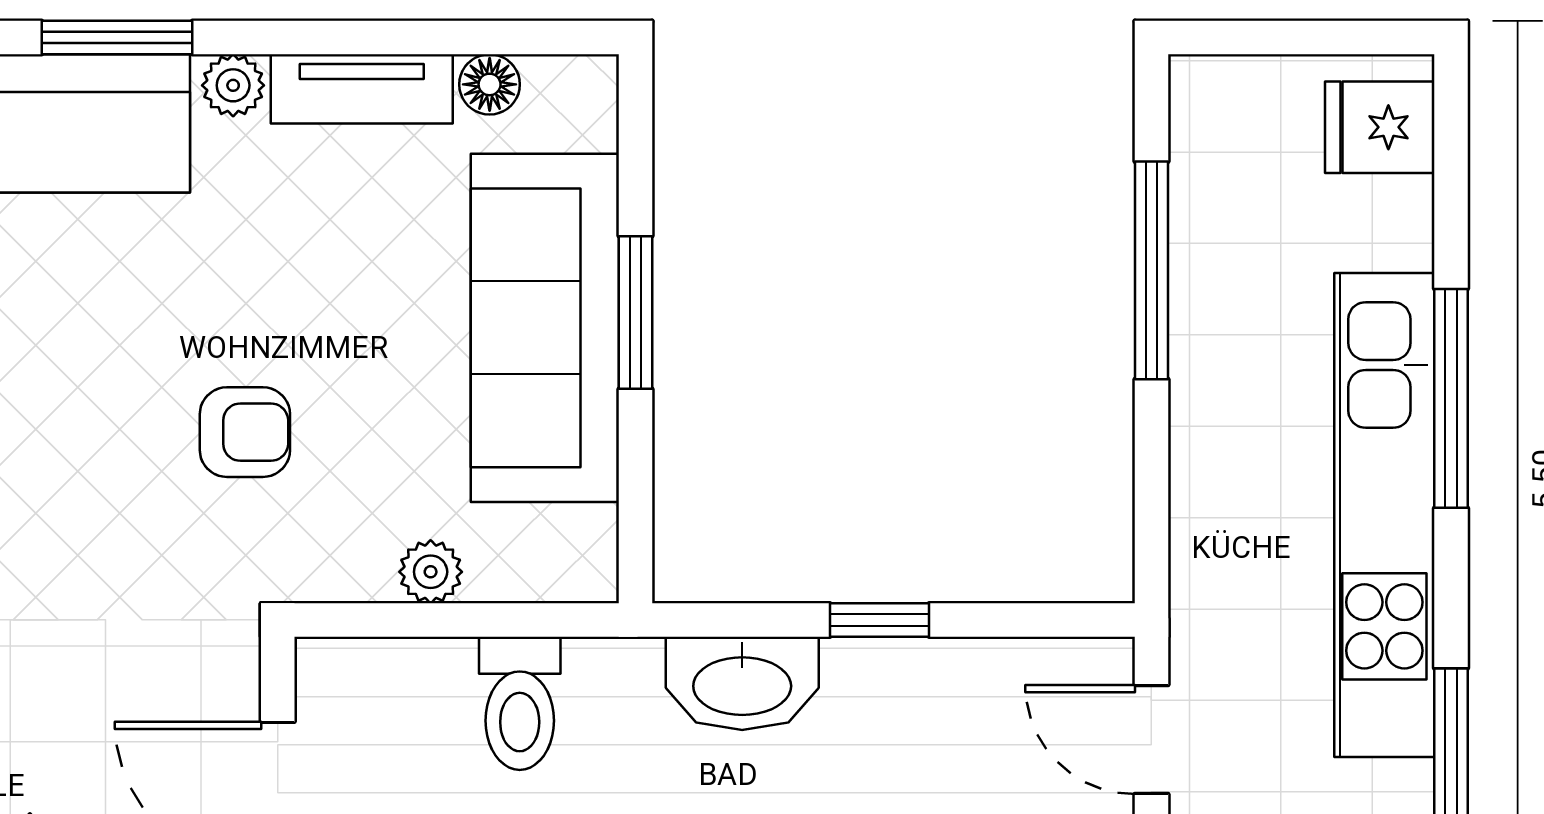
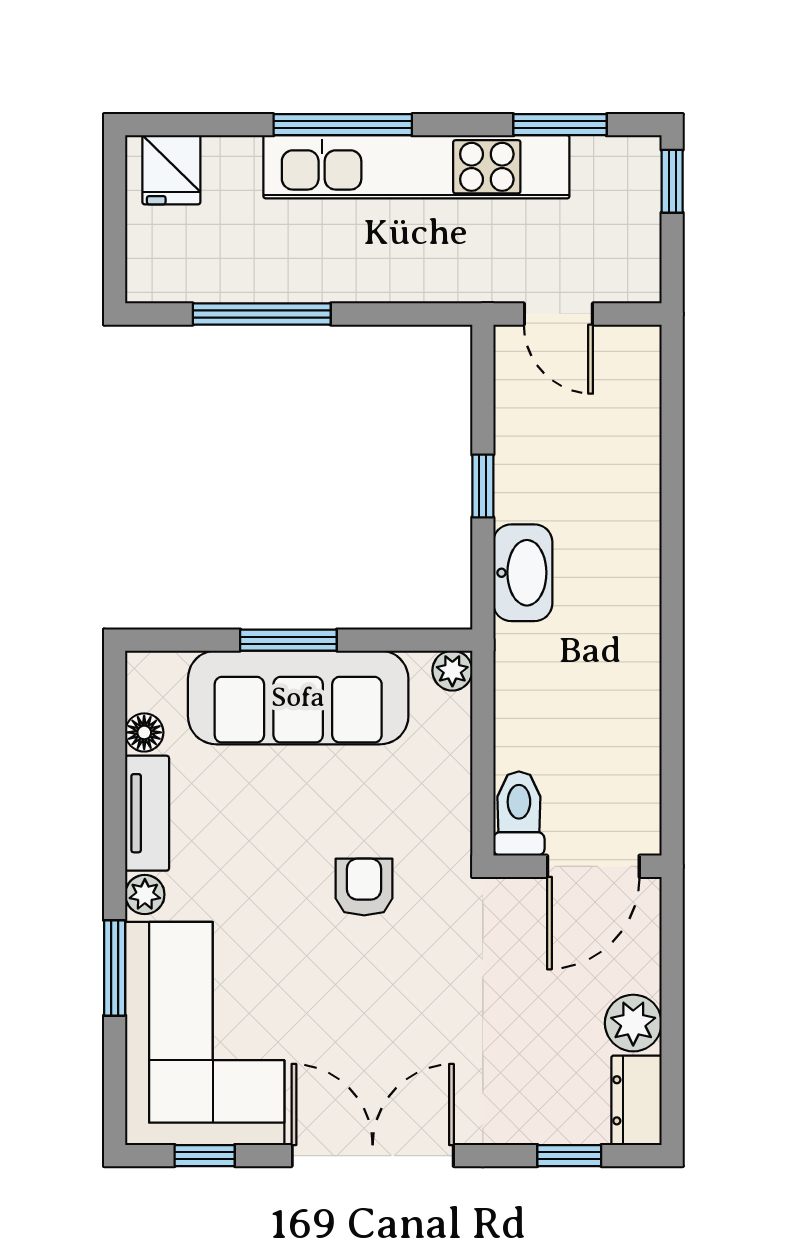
plant: (431, 572) -> (452, 671), moved
toilet: (520, 703) -> (519, 814), moved, turned -90
door: (1151, 740) -> (558, 314), hinge flipped

